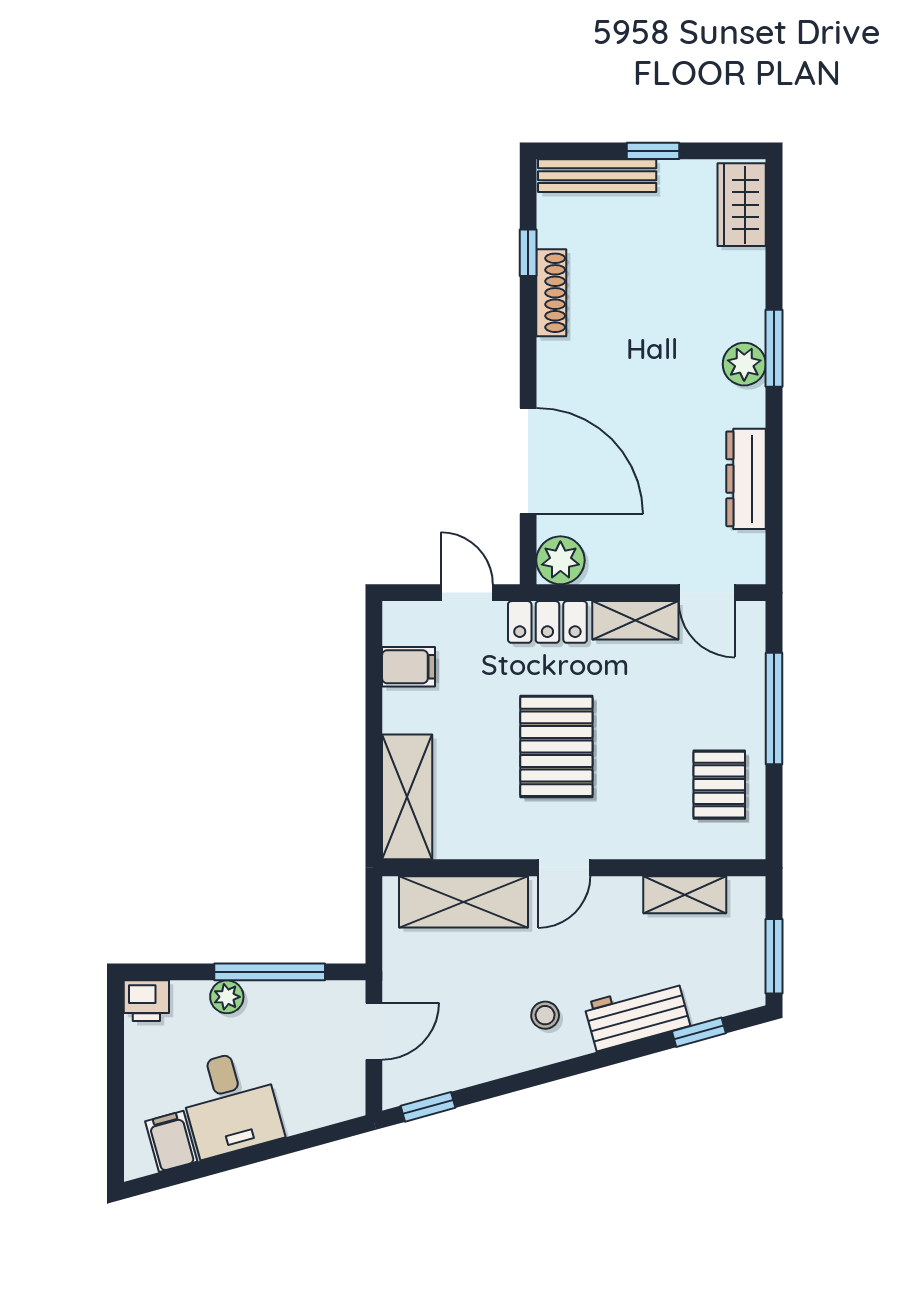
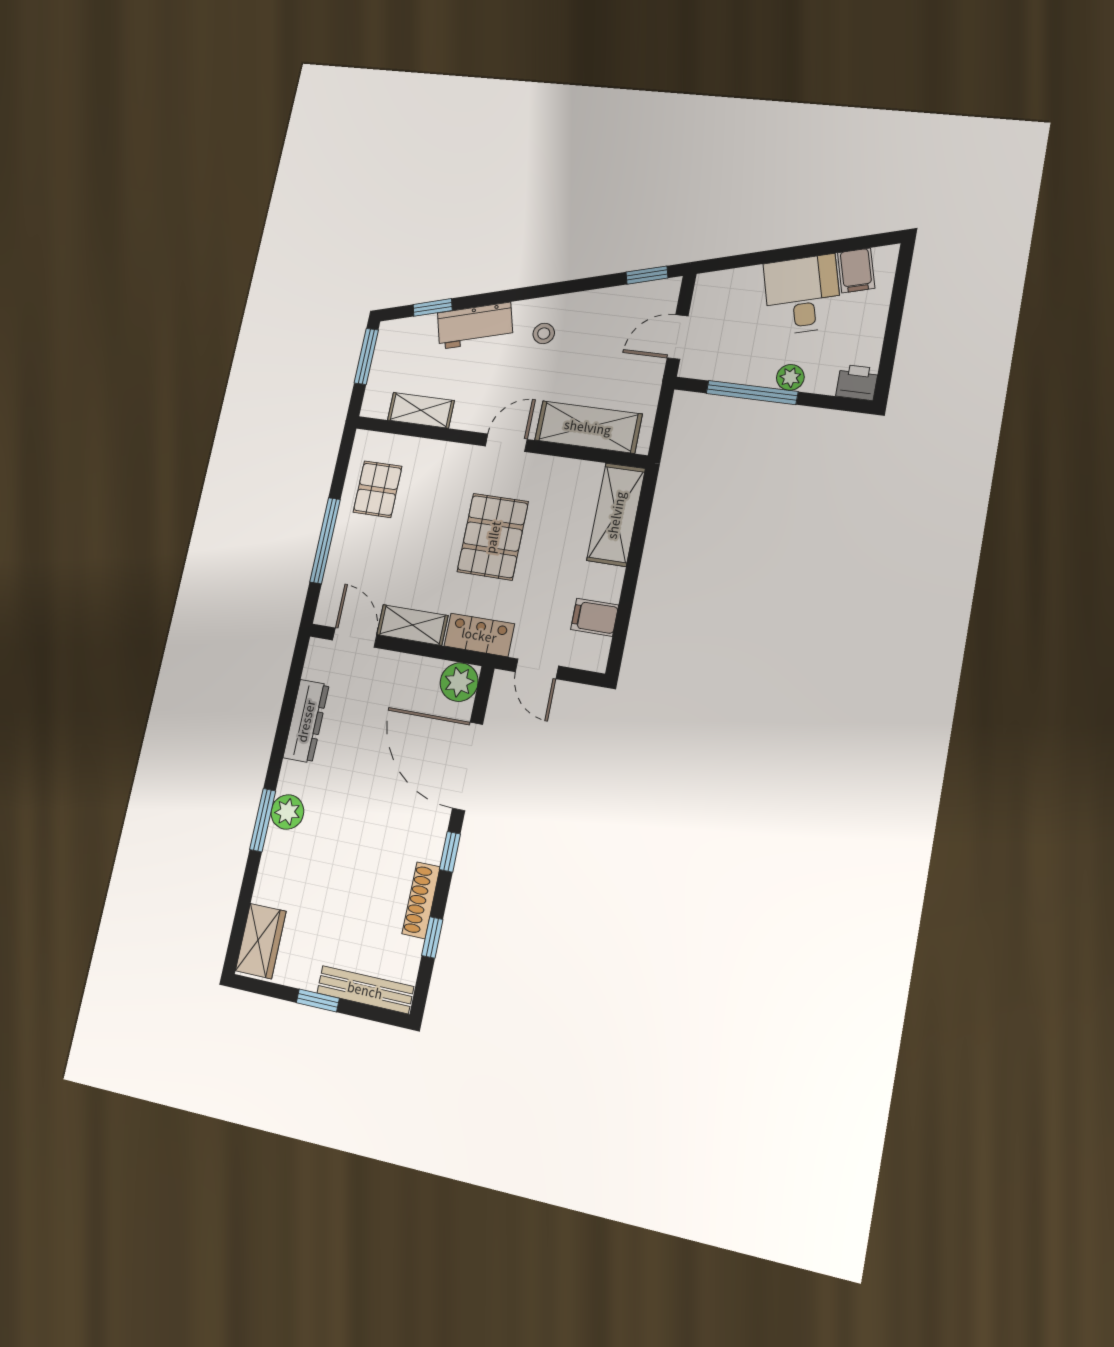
window: (528, 356) -> (450, 852), added

